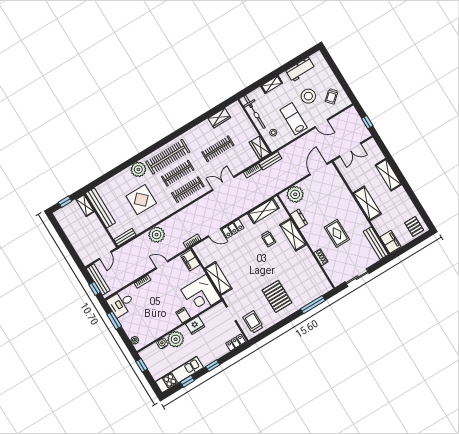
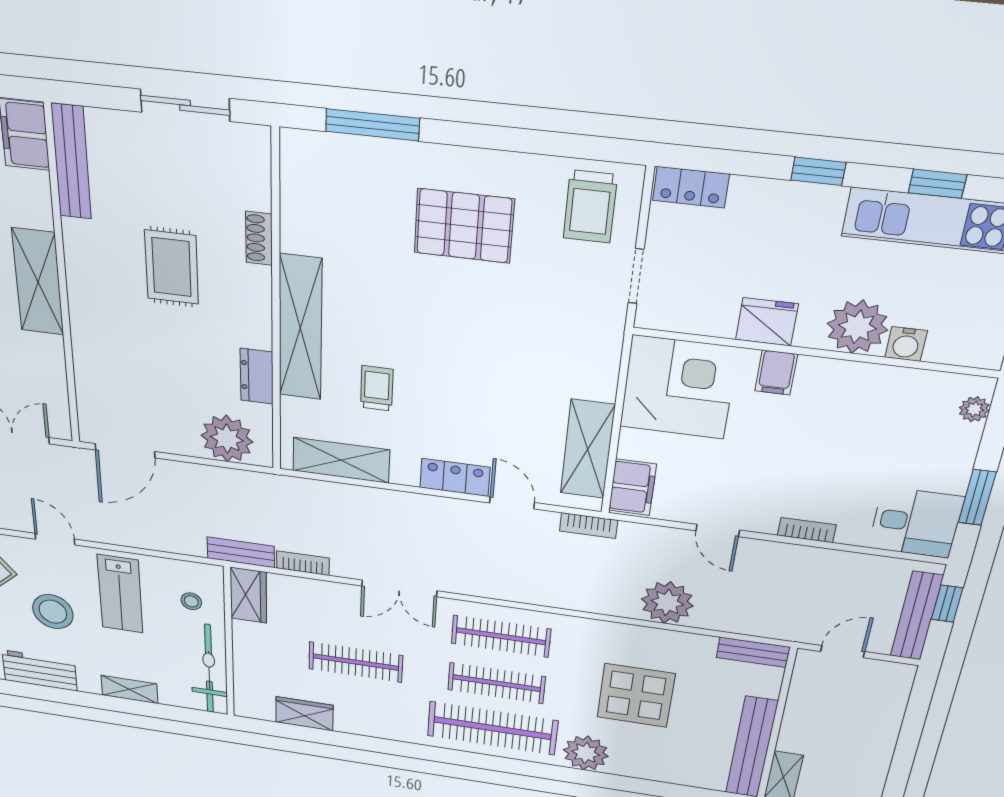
shelving: (293, 235) -> (300, 328), width x1.47
shelving: (218, 278) -> (587, 449), moved
pallet: (277, 296) -> (464, 226), turned 90

